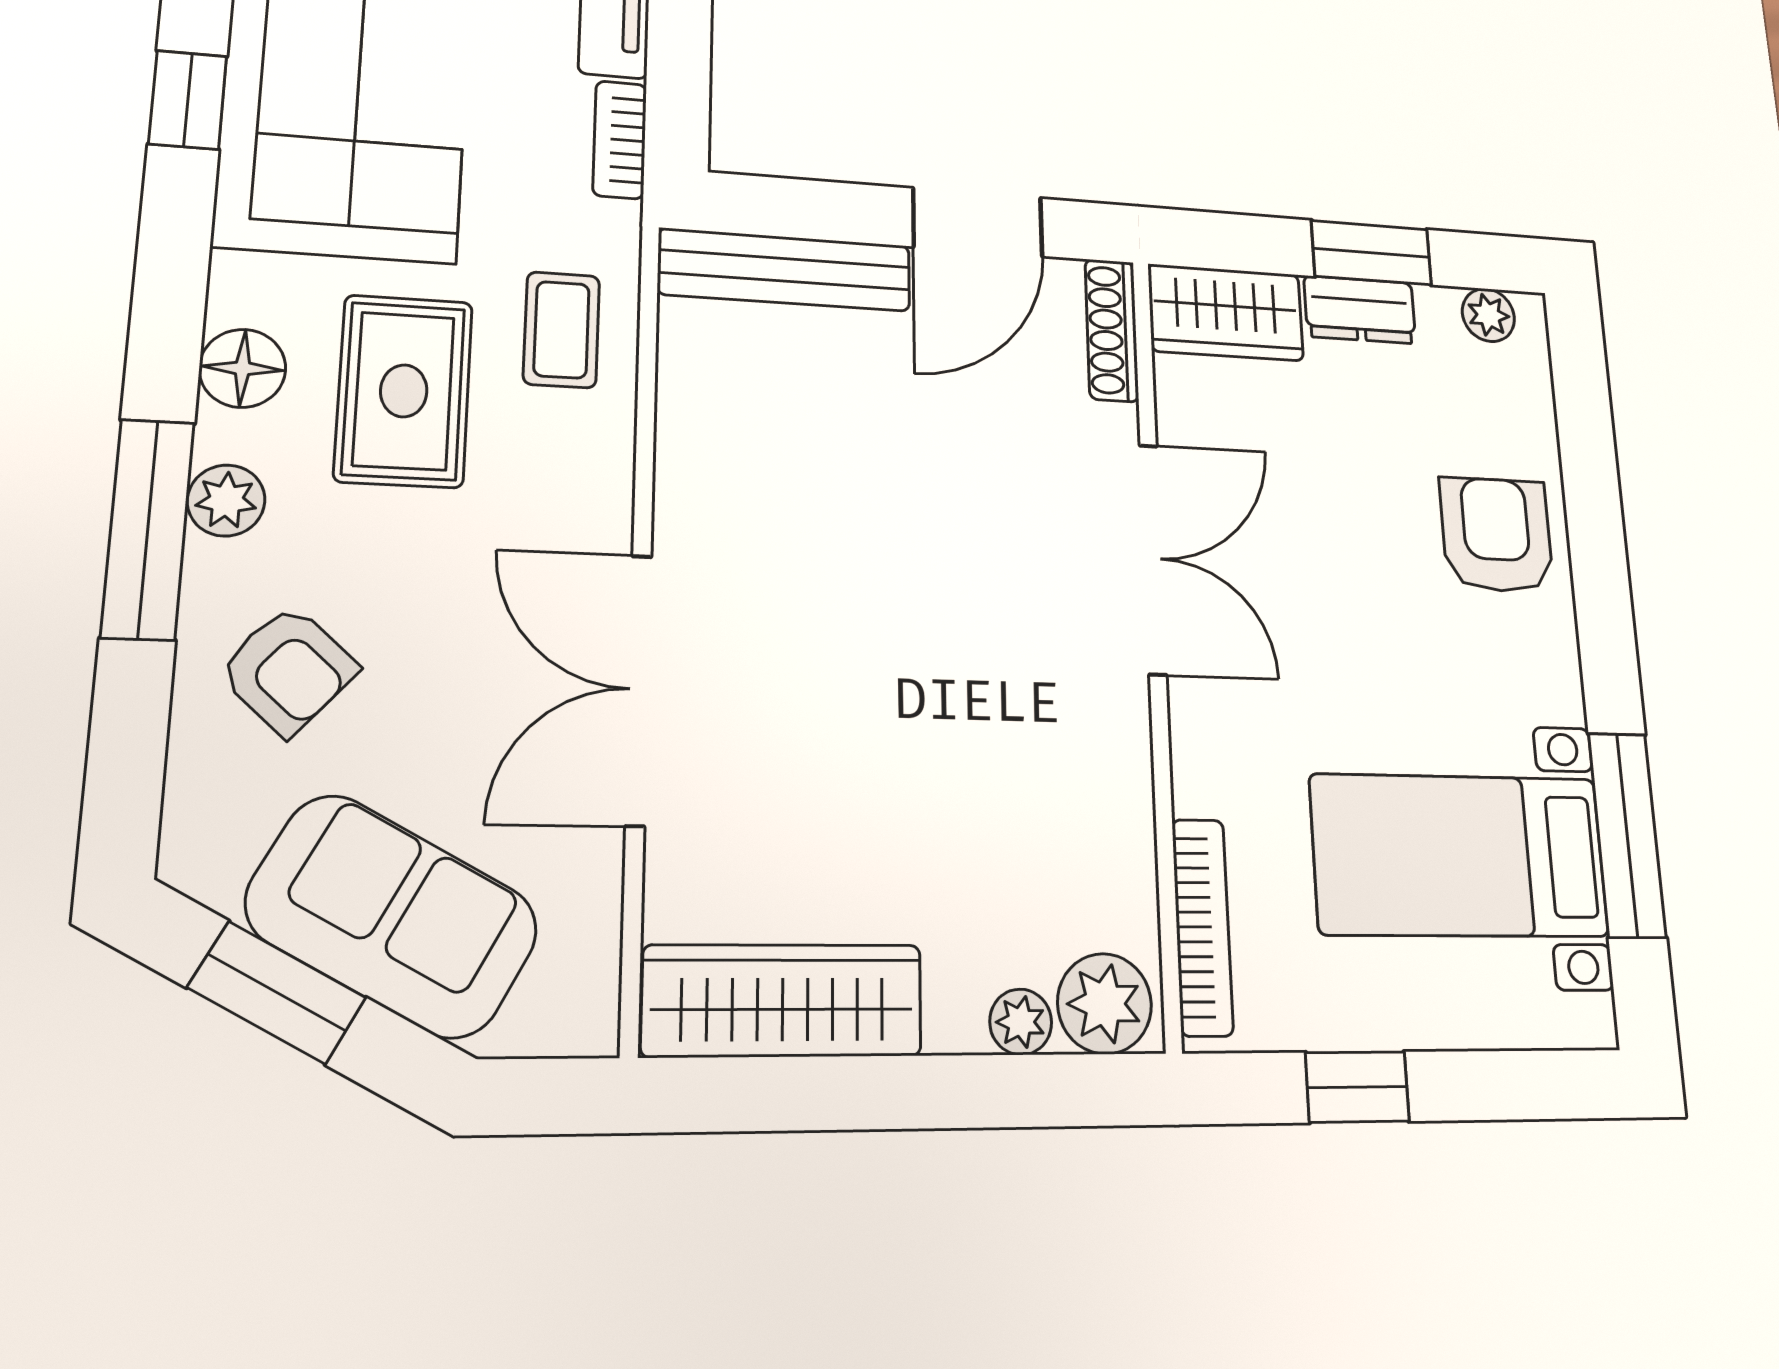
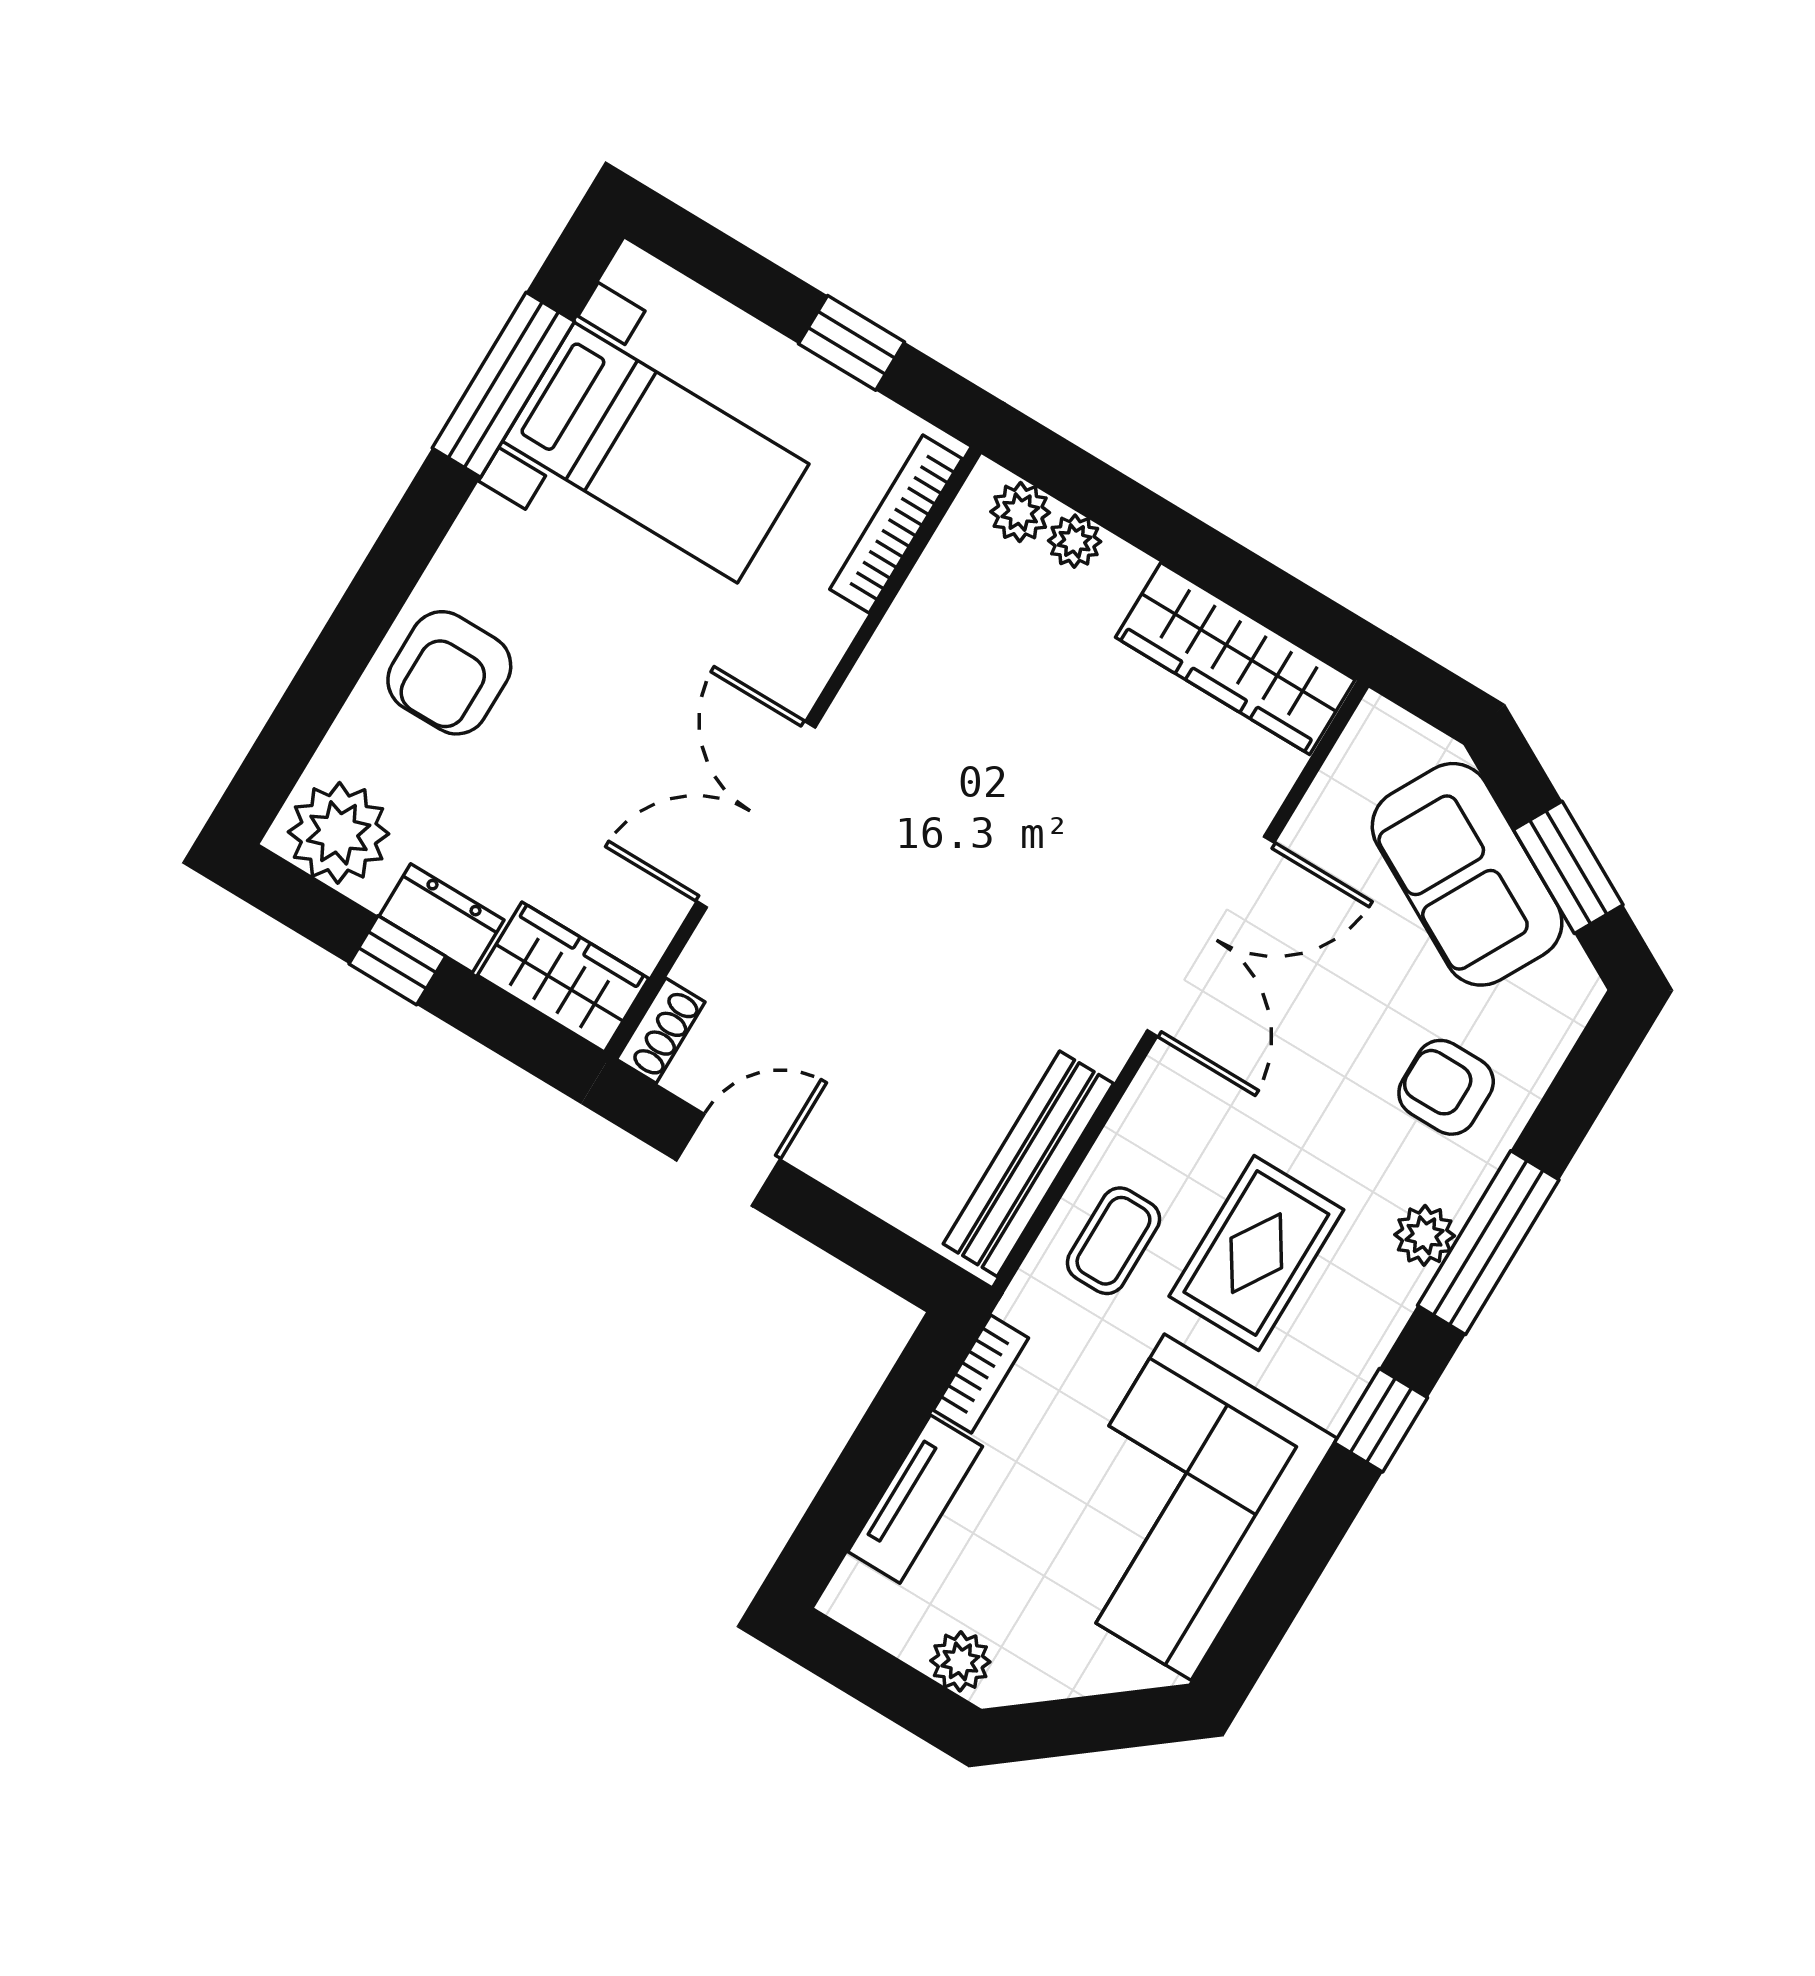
window: (188, 100) -> (1381, 1420), moved
door: (978, 222) -> (728, 1160), width x0.73
window: (1371, 253) -> (397, 960), width x0.67
bench: (785, 270) -> (1028, 1164), moved, turned 90
plant: (1488, 315) -> (339, 833), width x1.88, depth x1.88
shoe rack: (1112, 330) -> (661, 1031), width x0.70
floor lamp: (242, 368) -> (1362, 1331), removed
armchair: (288, 670) -> (1446, 1087), turned -42
plant: (1105, 1004) -> (1020, 512), width x0.73, depth x0.73

